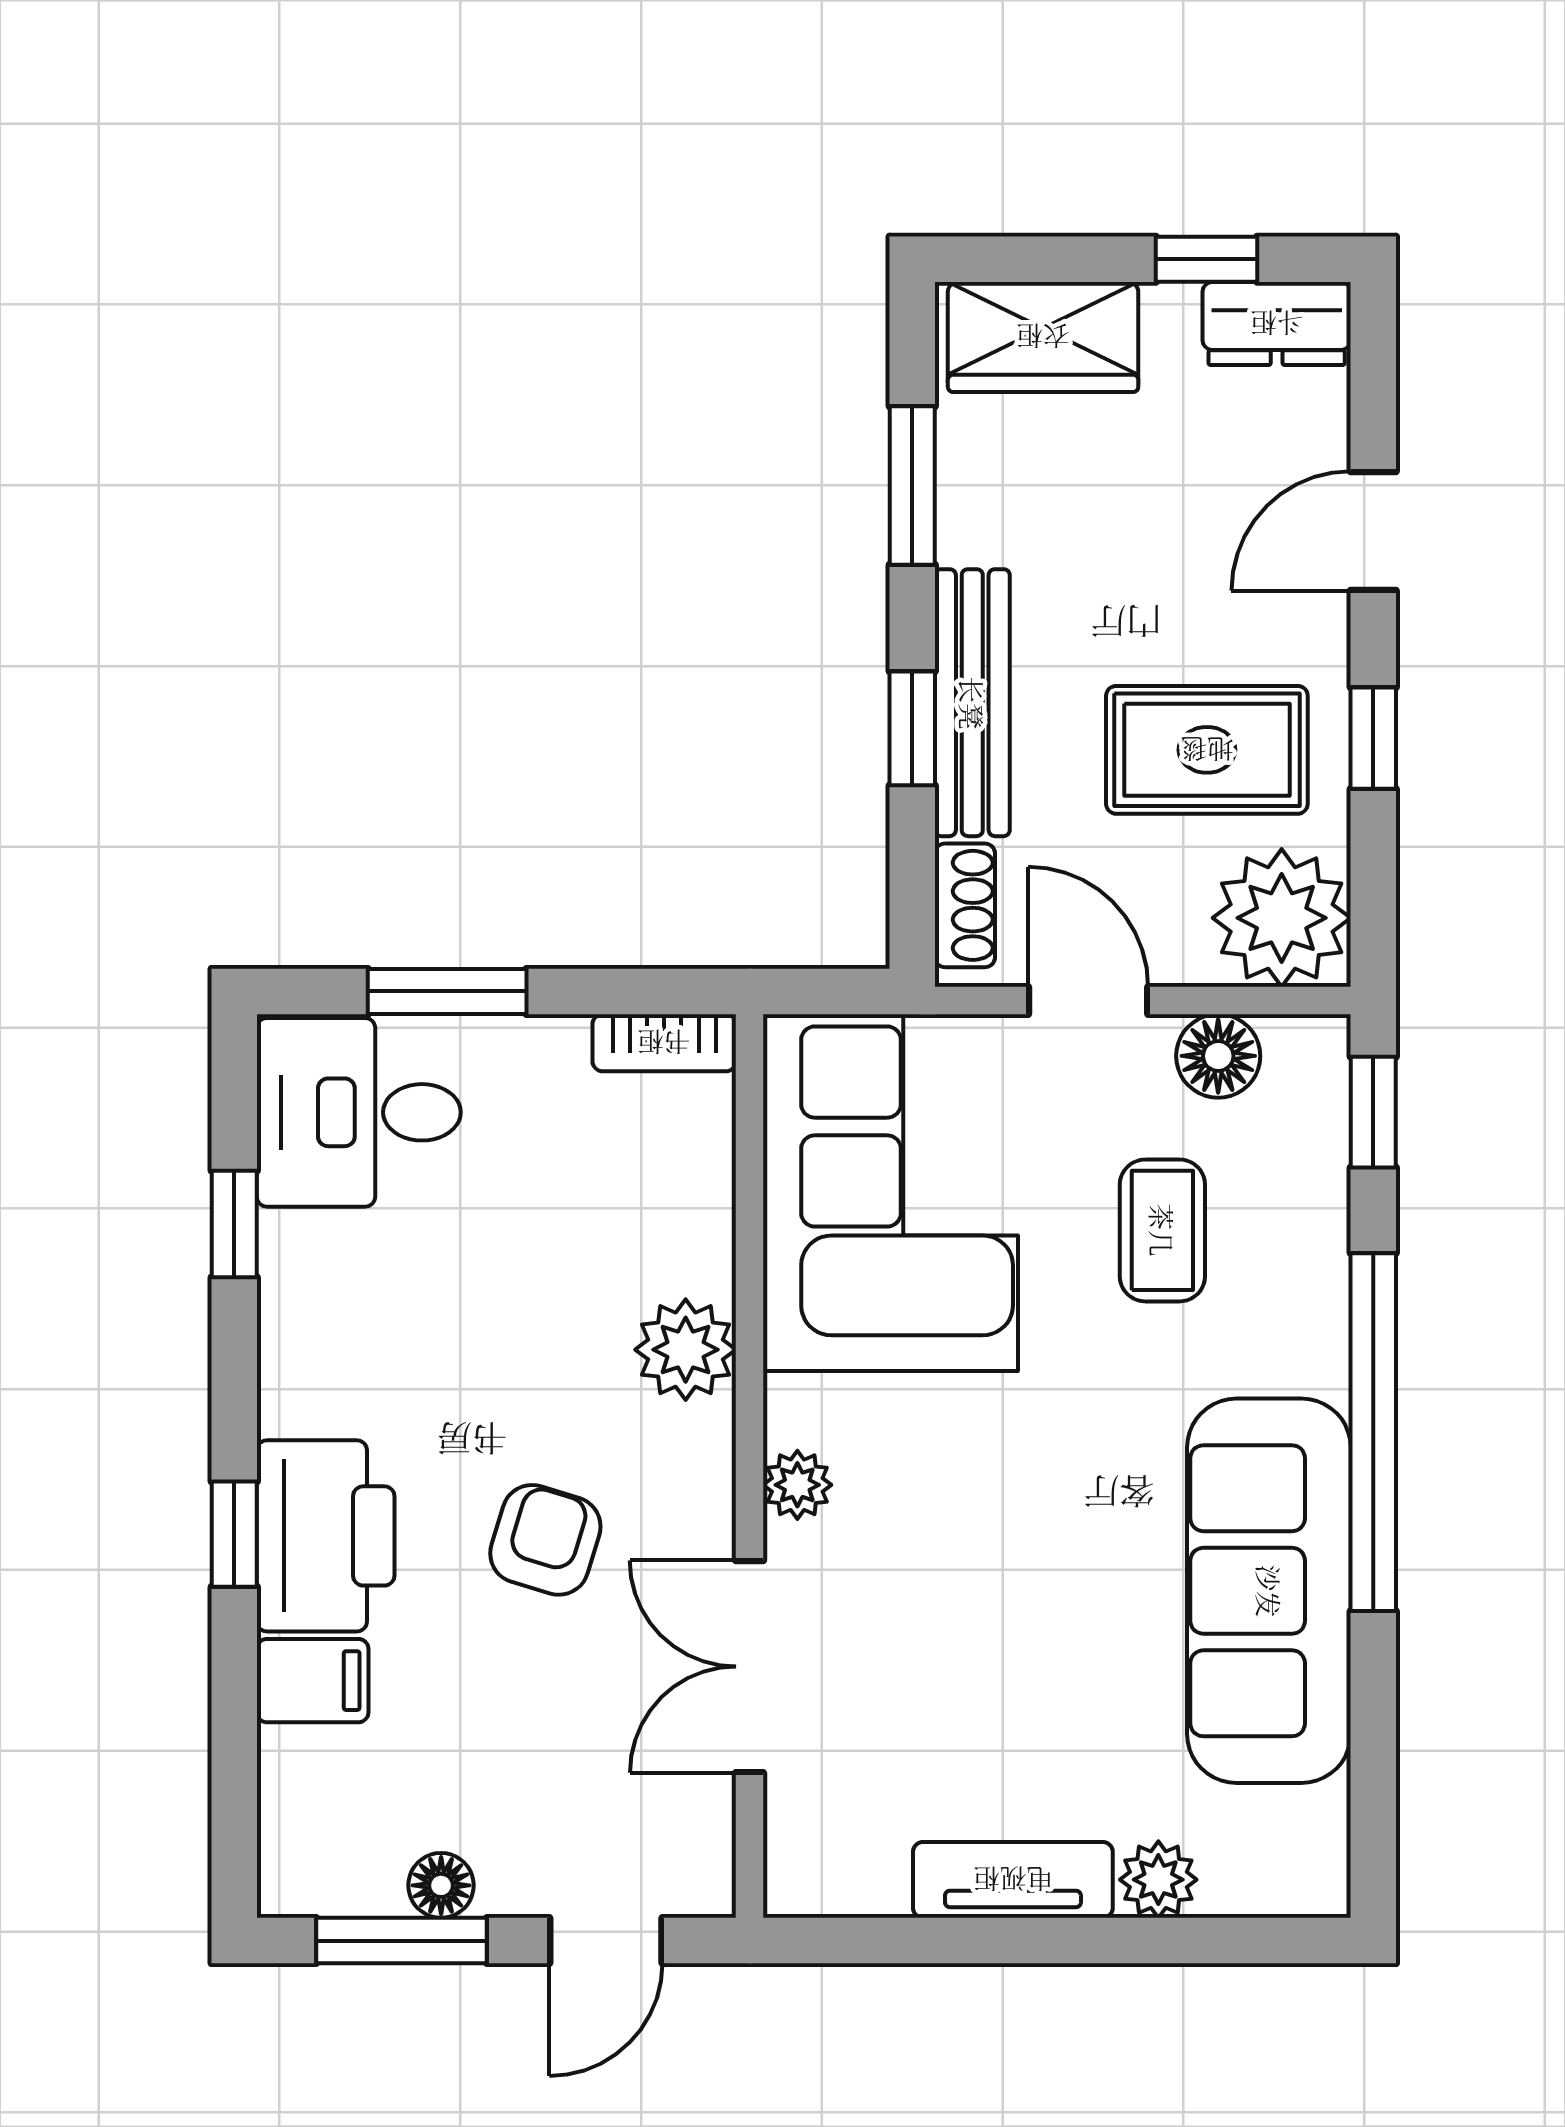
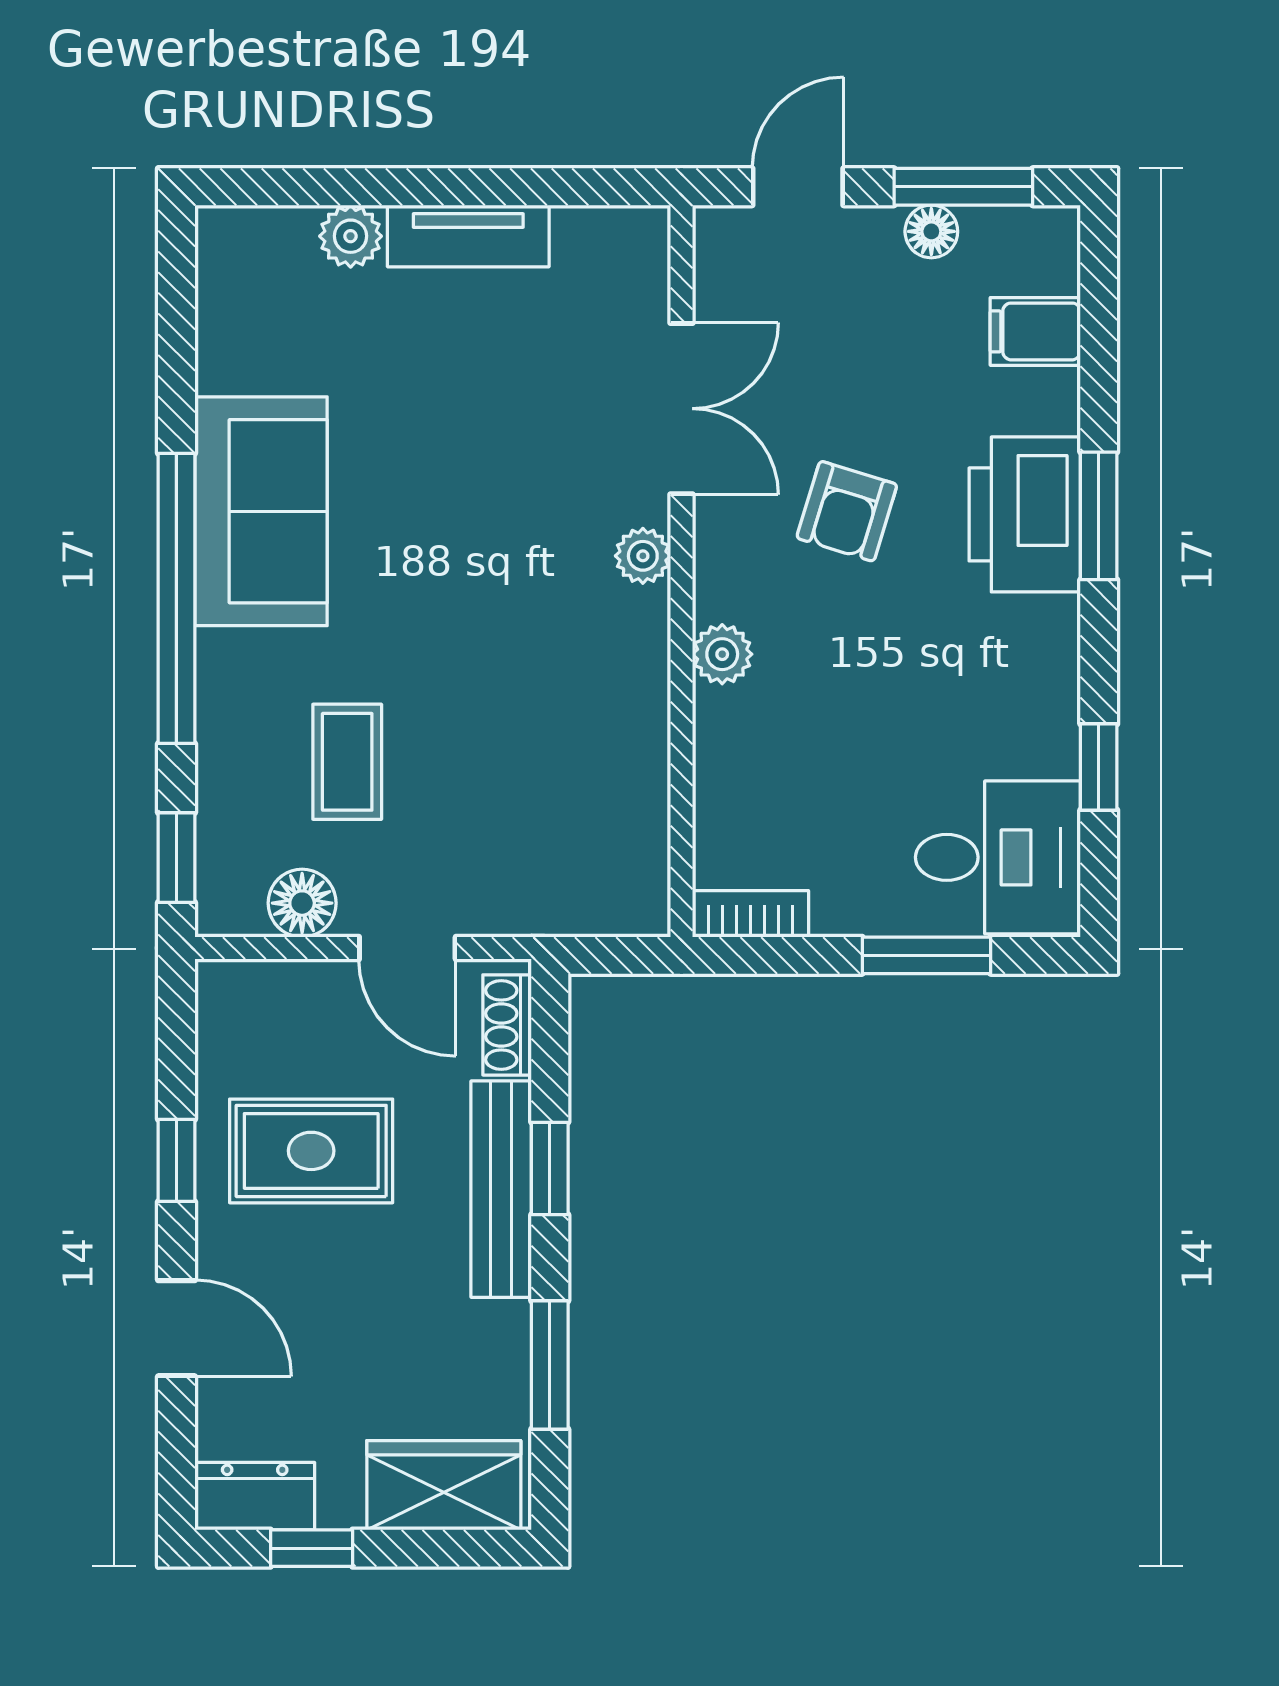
door: (1373, 531) -> (176, 1328), hinge flipped
plant: (1282, 918) -> (251, 1015), removed
corner sofa: (890, 1193) -> (567, 792), removed
plant: (686, 1350) -> (722, 654), width x0.73, depth x0.73
window: (234, 1534) -> (1099, 516), width x1.50
sofa: (1269, 1591) -> (261, 511), width x0.73
filing cabinet: (313, 1681) -> (1035, 331), moved

